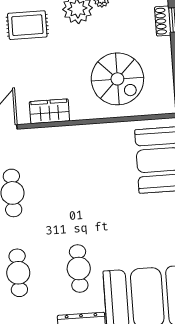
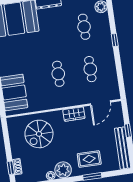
spiral stairs: (117, 79) -> (39, 134), turned -90
cafe table: (79, 268) -> (58, 74), moved

